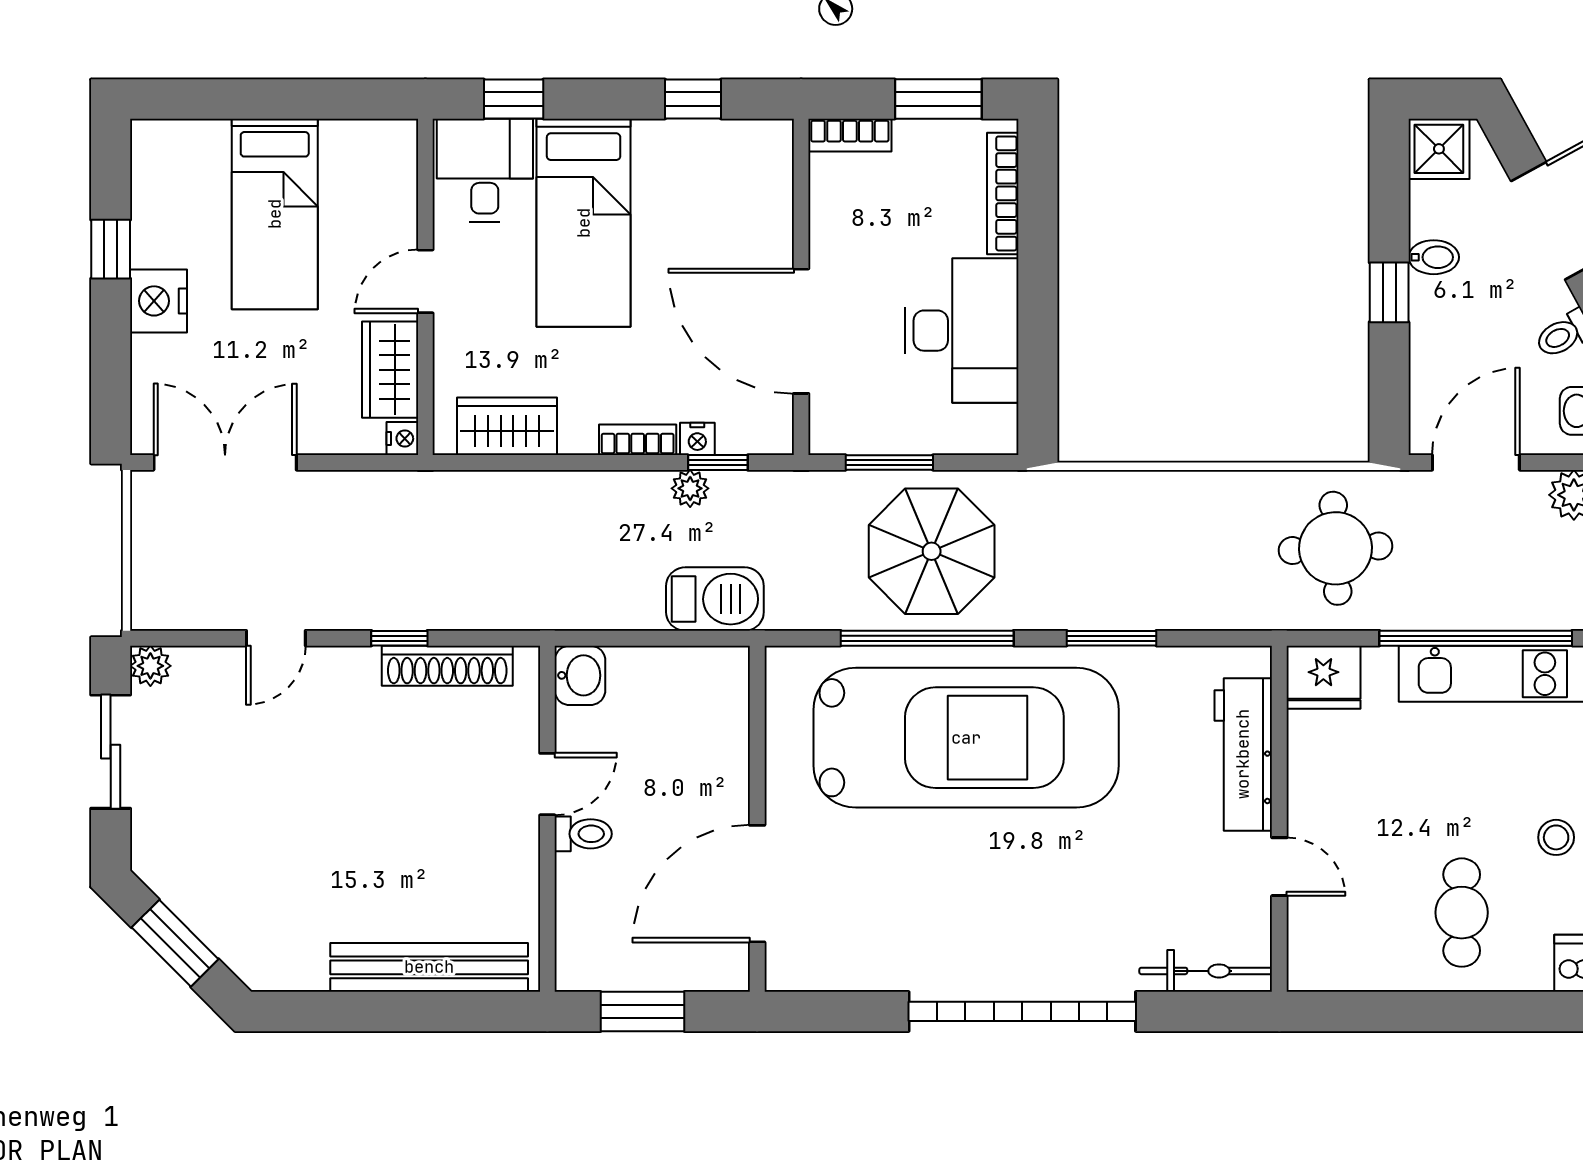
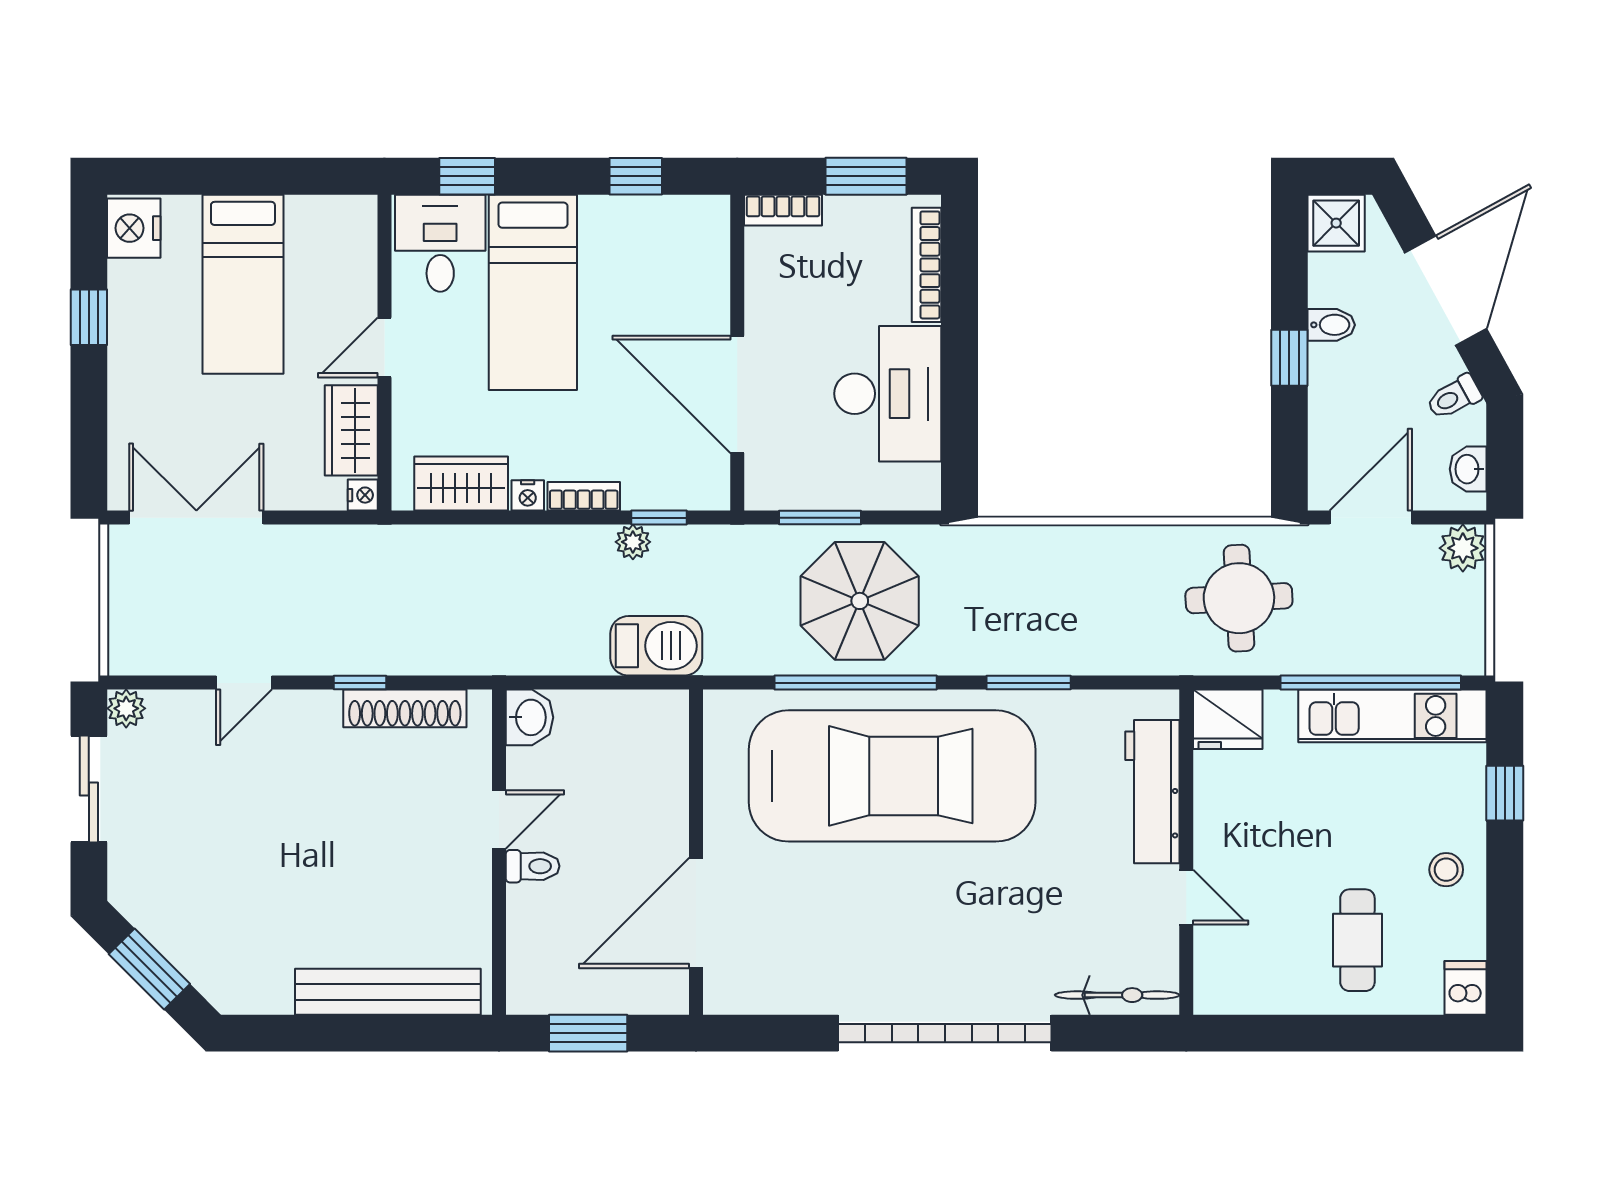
nightstand: (159, 301) -> (134, 228), moved
nightstand: (697, 439) -> (528, 495), moved

